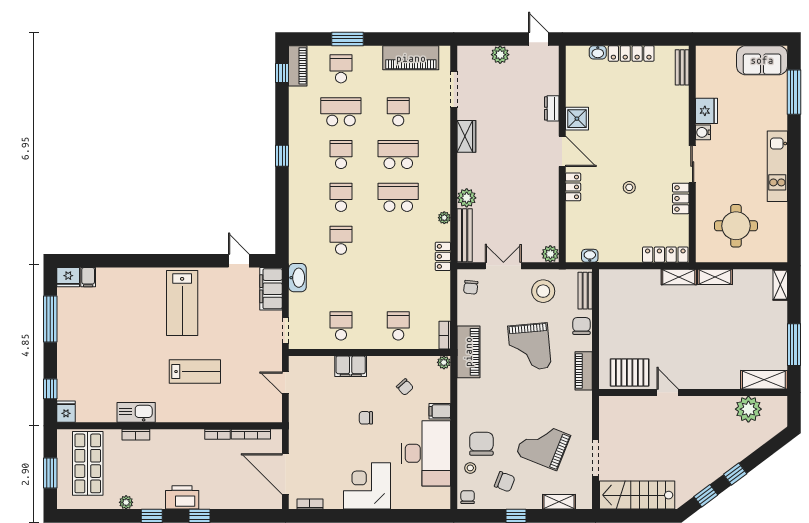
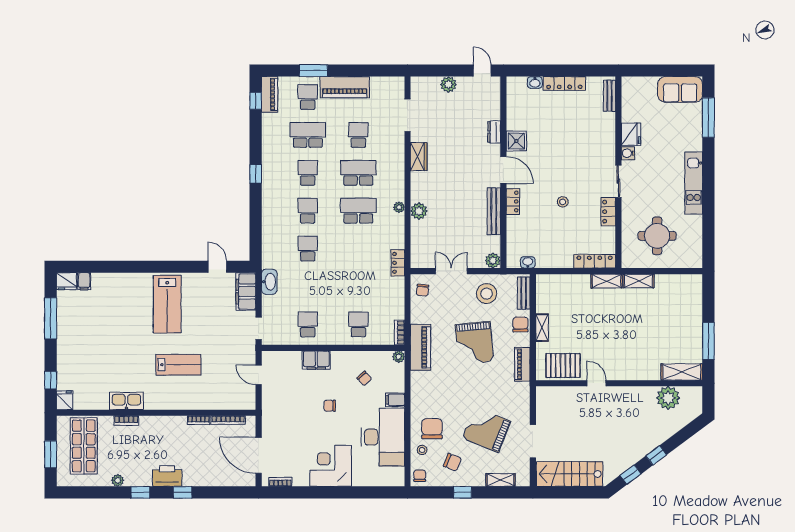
piano: (411, 58) -> (345, 87), moved
plant: (444, 218) -> (399, 207), moved
bench: (465, 235) -> (494, 211), moved
shelving: (780, 285) -> (542, 328), moved

